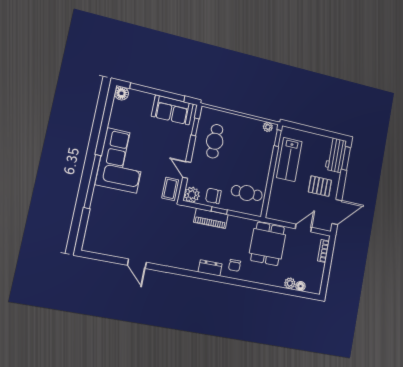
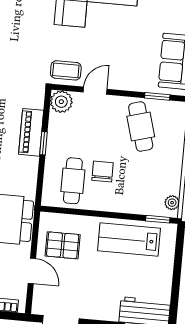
cafe table: (215, 141) -> (141, 126), turned 74
pallet: (320, 186) -> (63, 245), moved, turned 90
chair: (213, 196) -> (103, 171), moved

